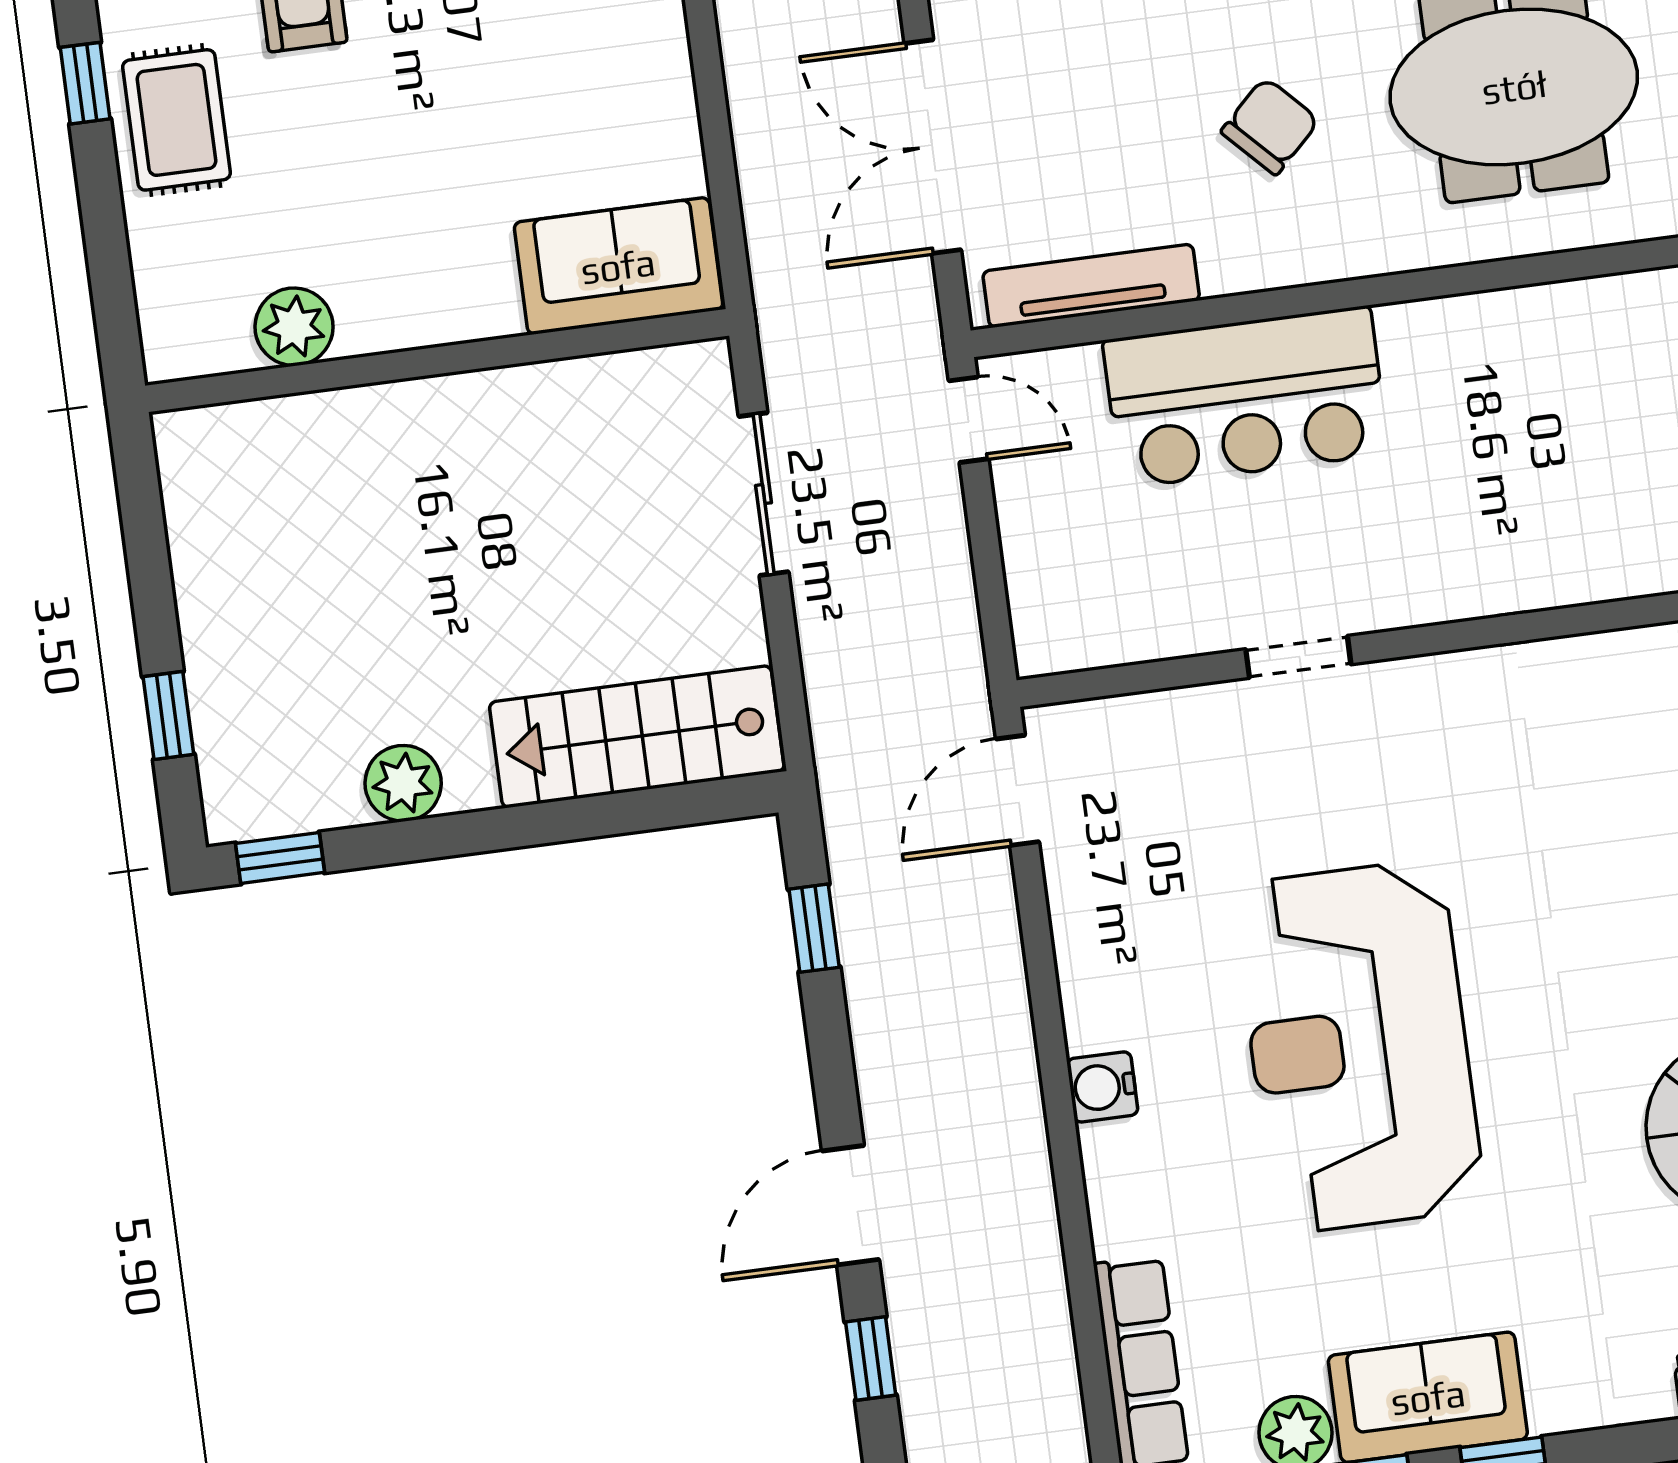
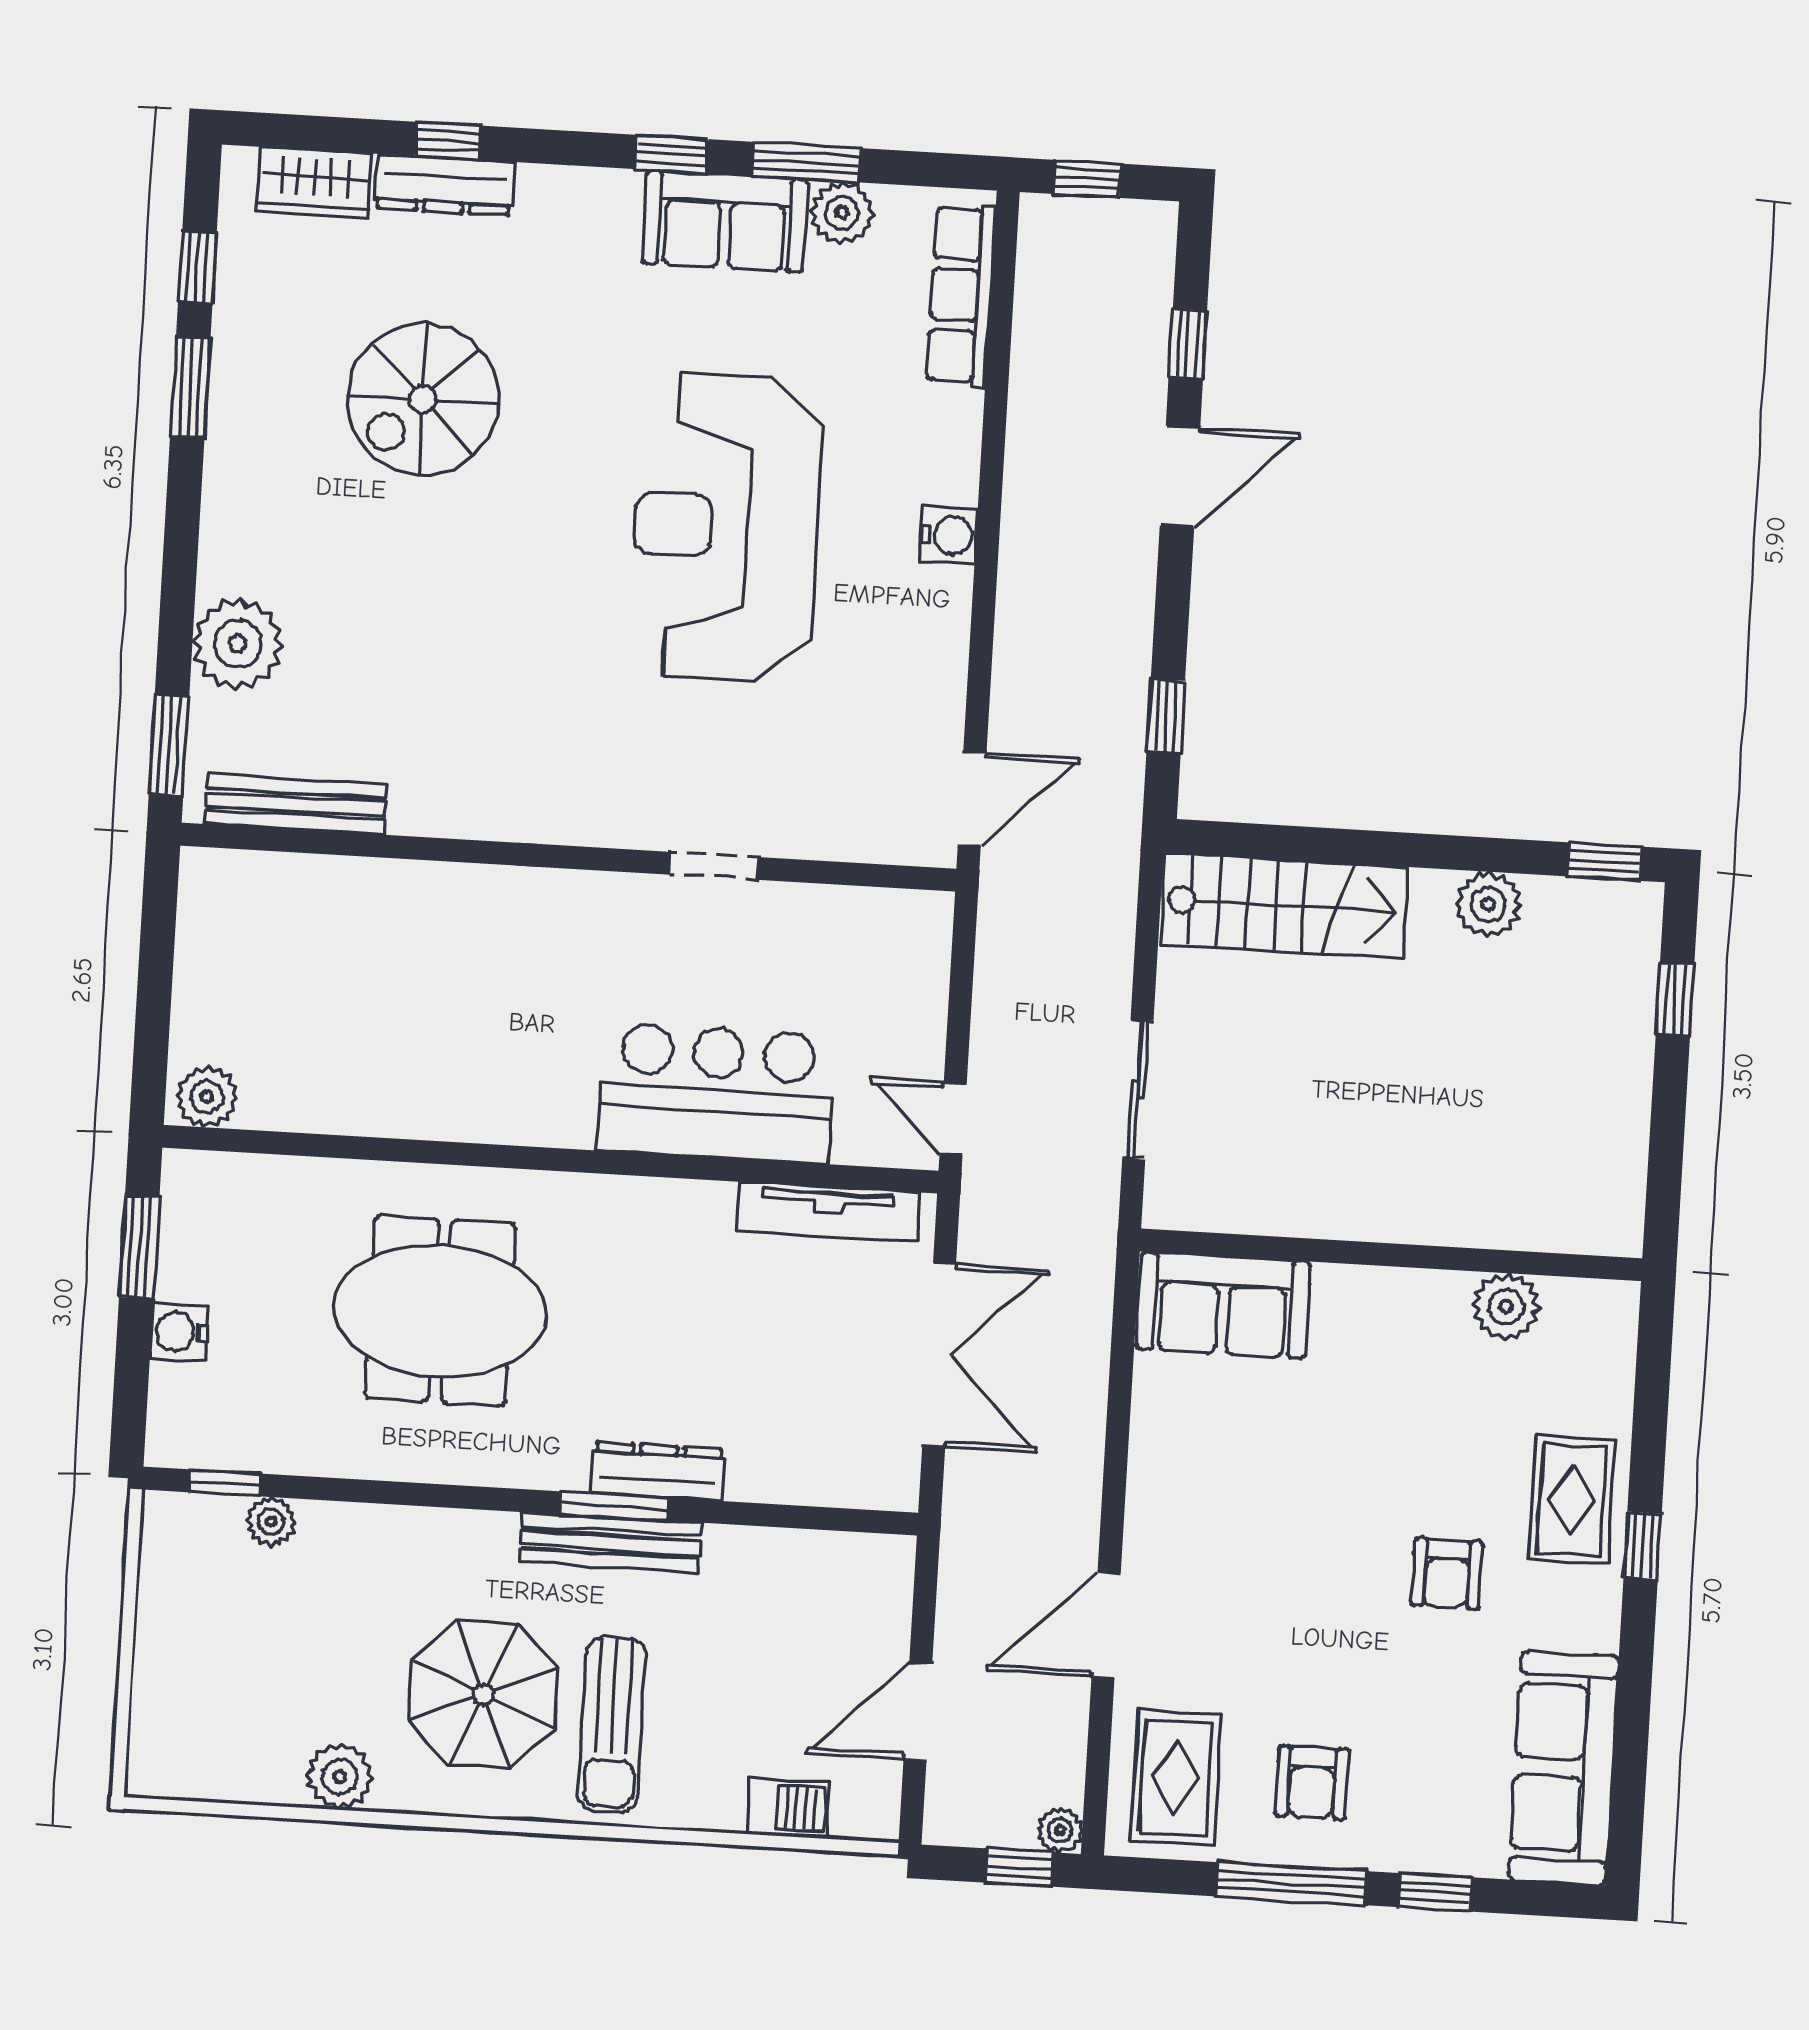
chair: (1270, 126) -> (652, 1317), removed
reception desk: (1359, 1047) -> (726, 528), turned 180

